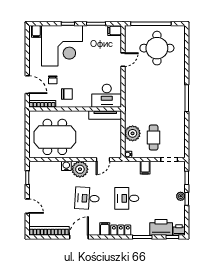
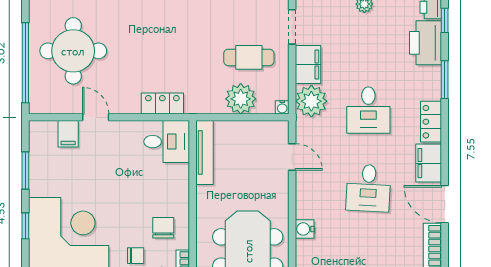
filing cabinet: (115, 30) -> (68, 134), moved
locker: (130, 93) -> (162, 103), added
desk: (107, 96) -> (167, 142), width x0.73
filing cabinet: (145, 168) -> (308, 65), width x2.00
plant: (80, 169) -> (311, 101), moved
filing cabinet: (105, 229) -> (429, 163), width x2.00

